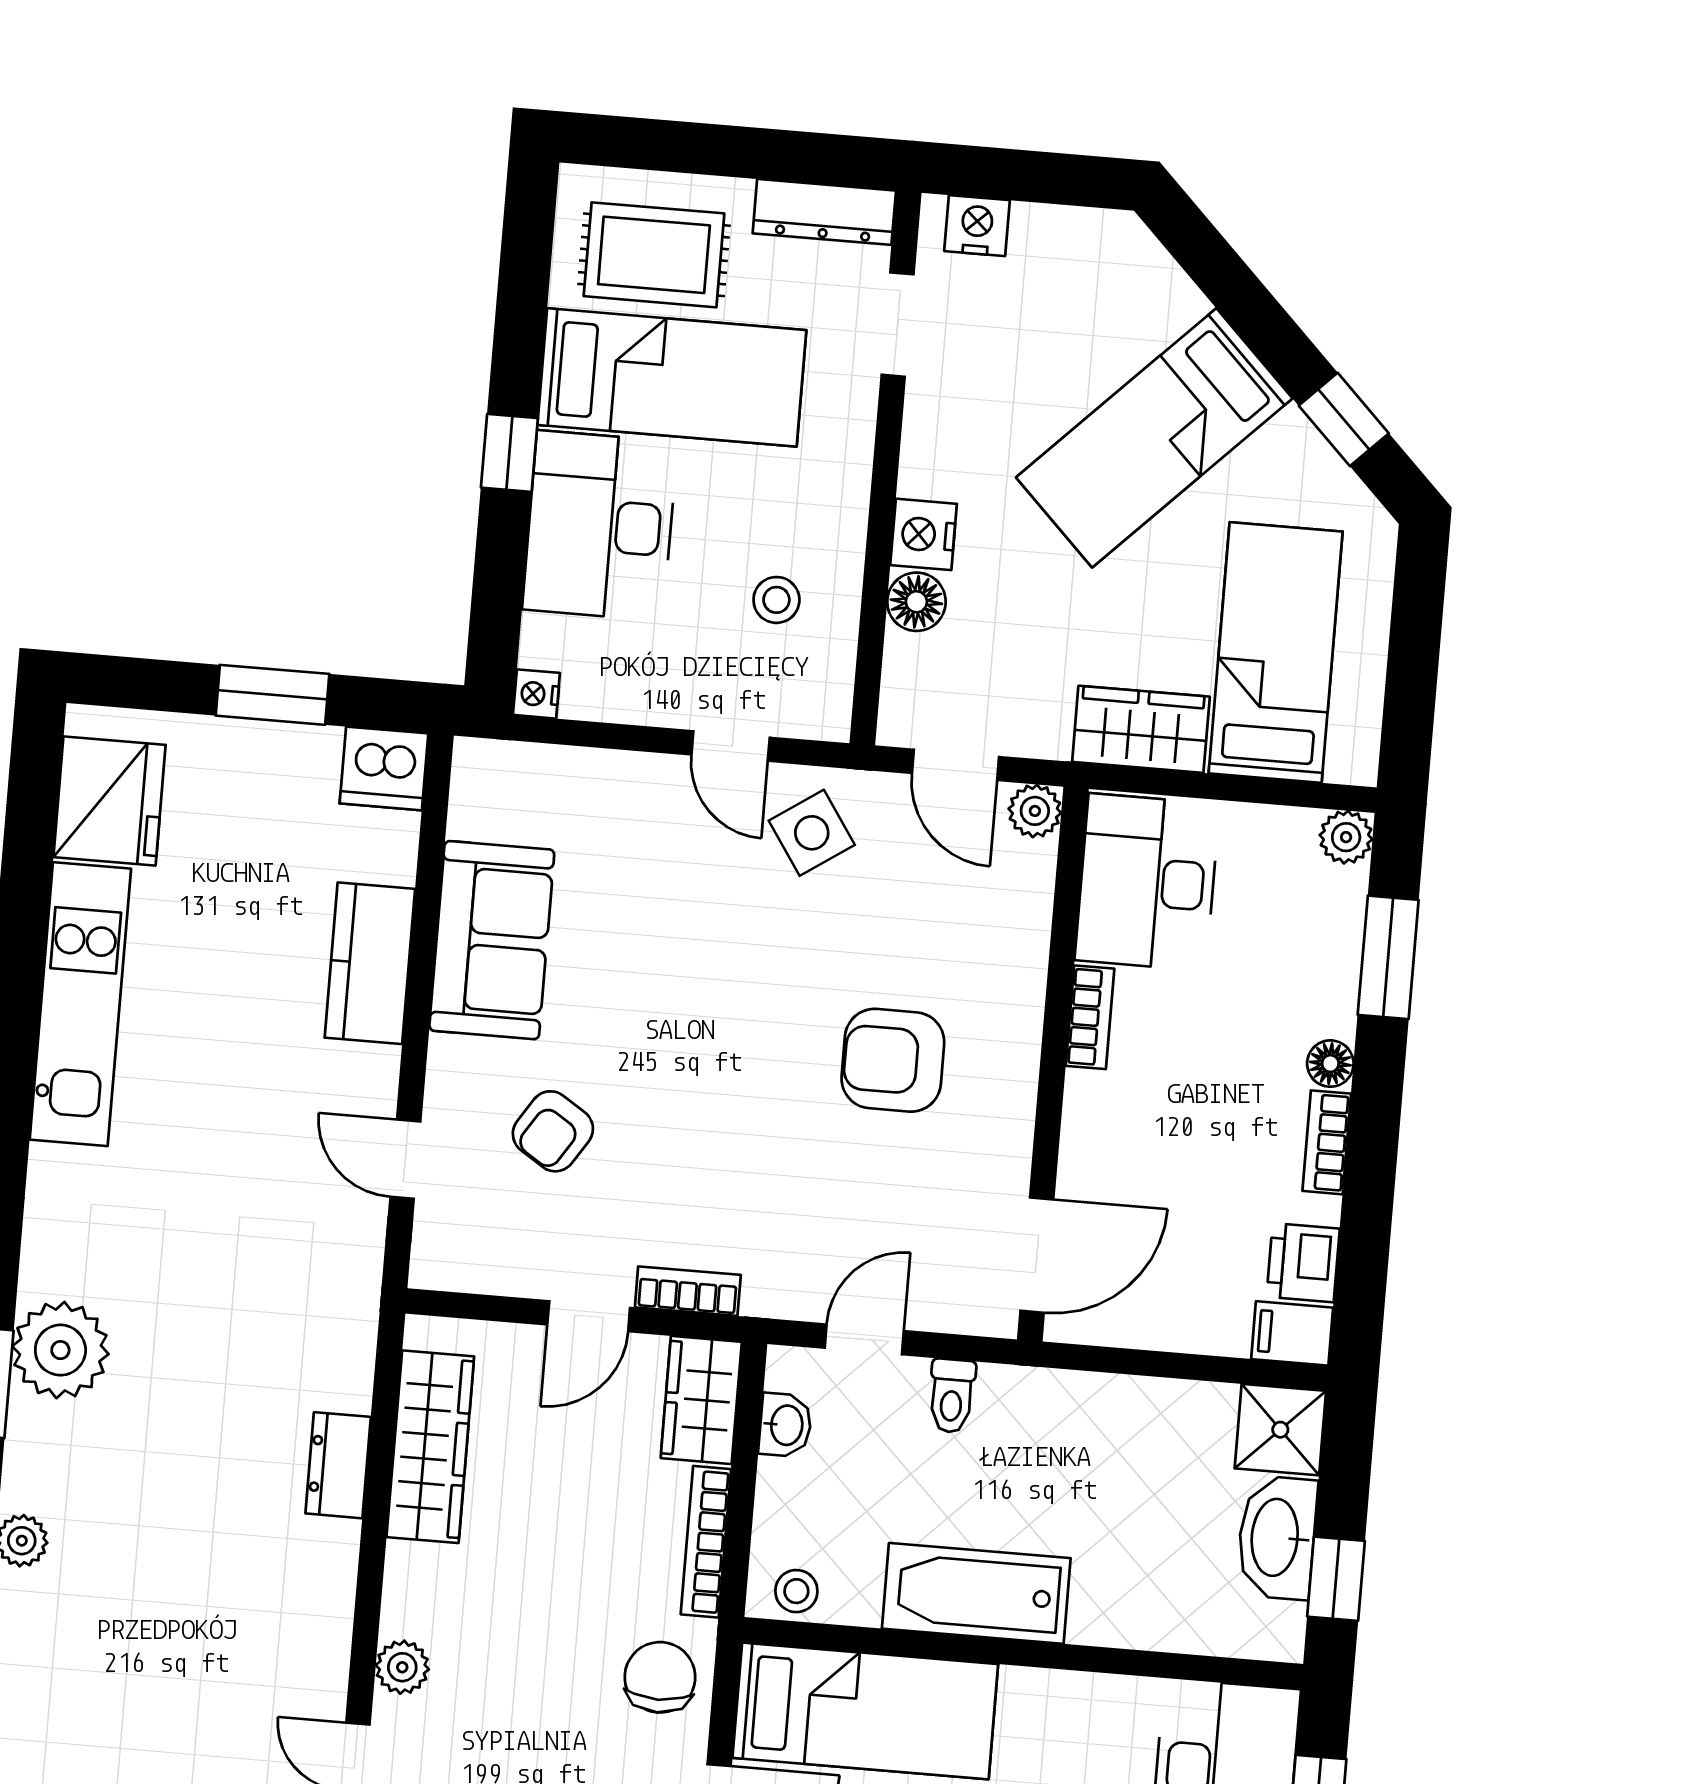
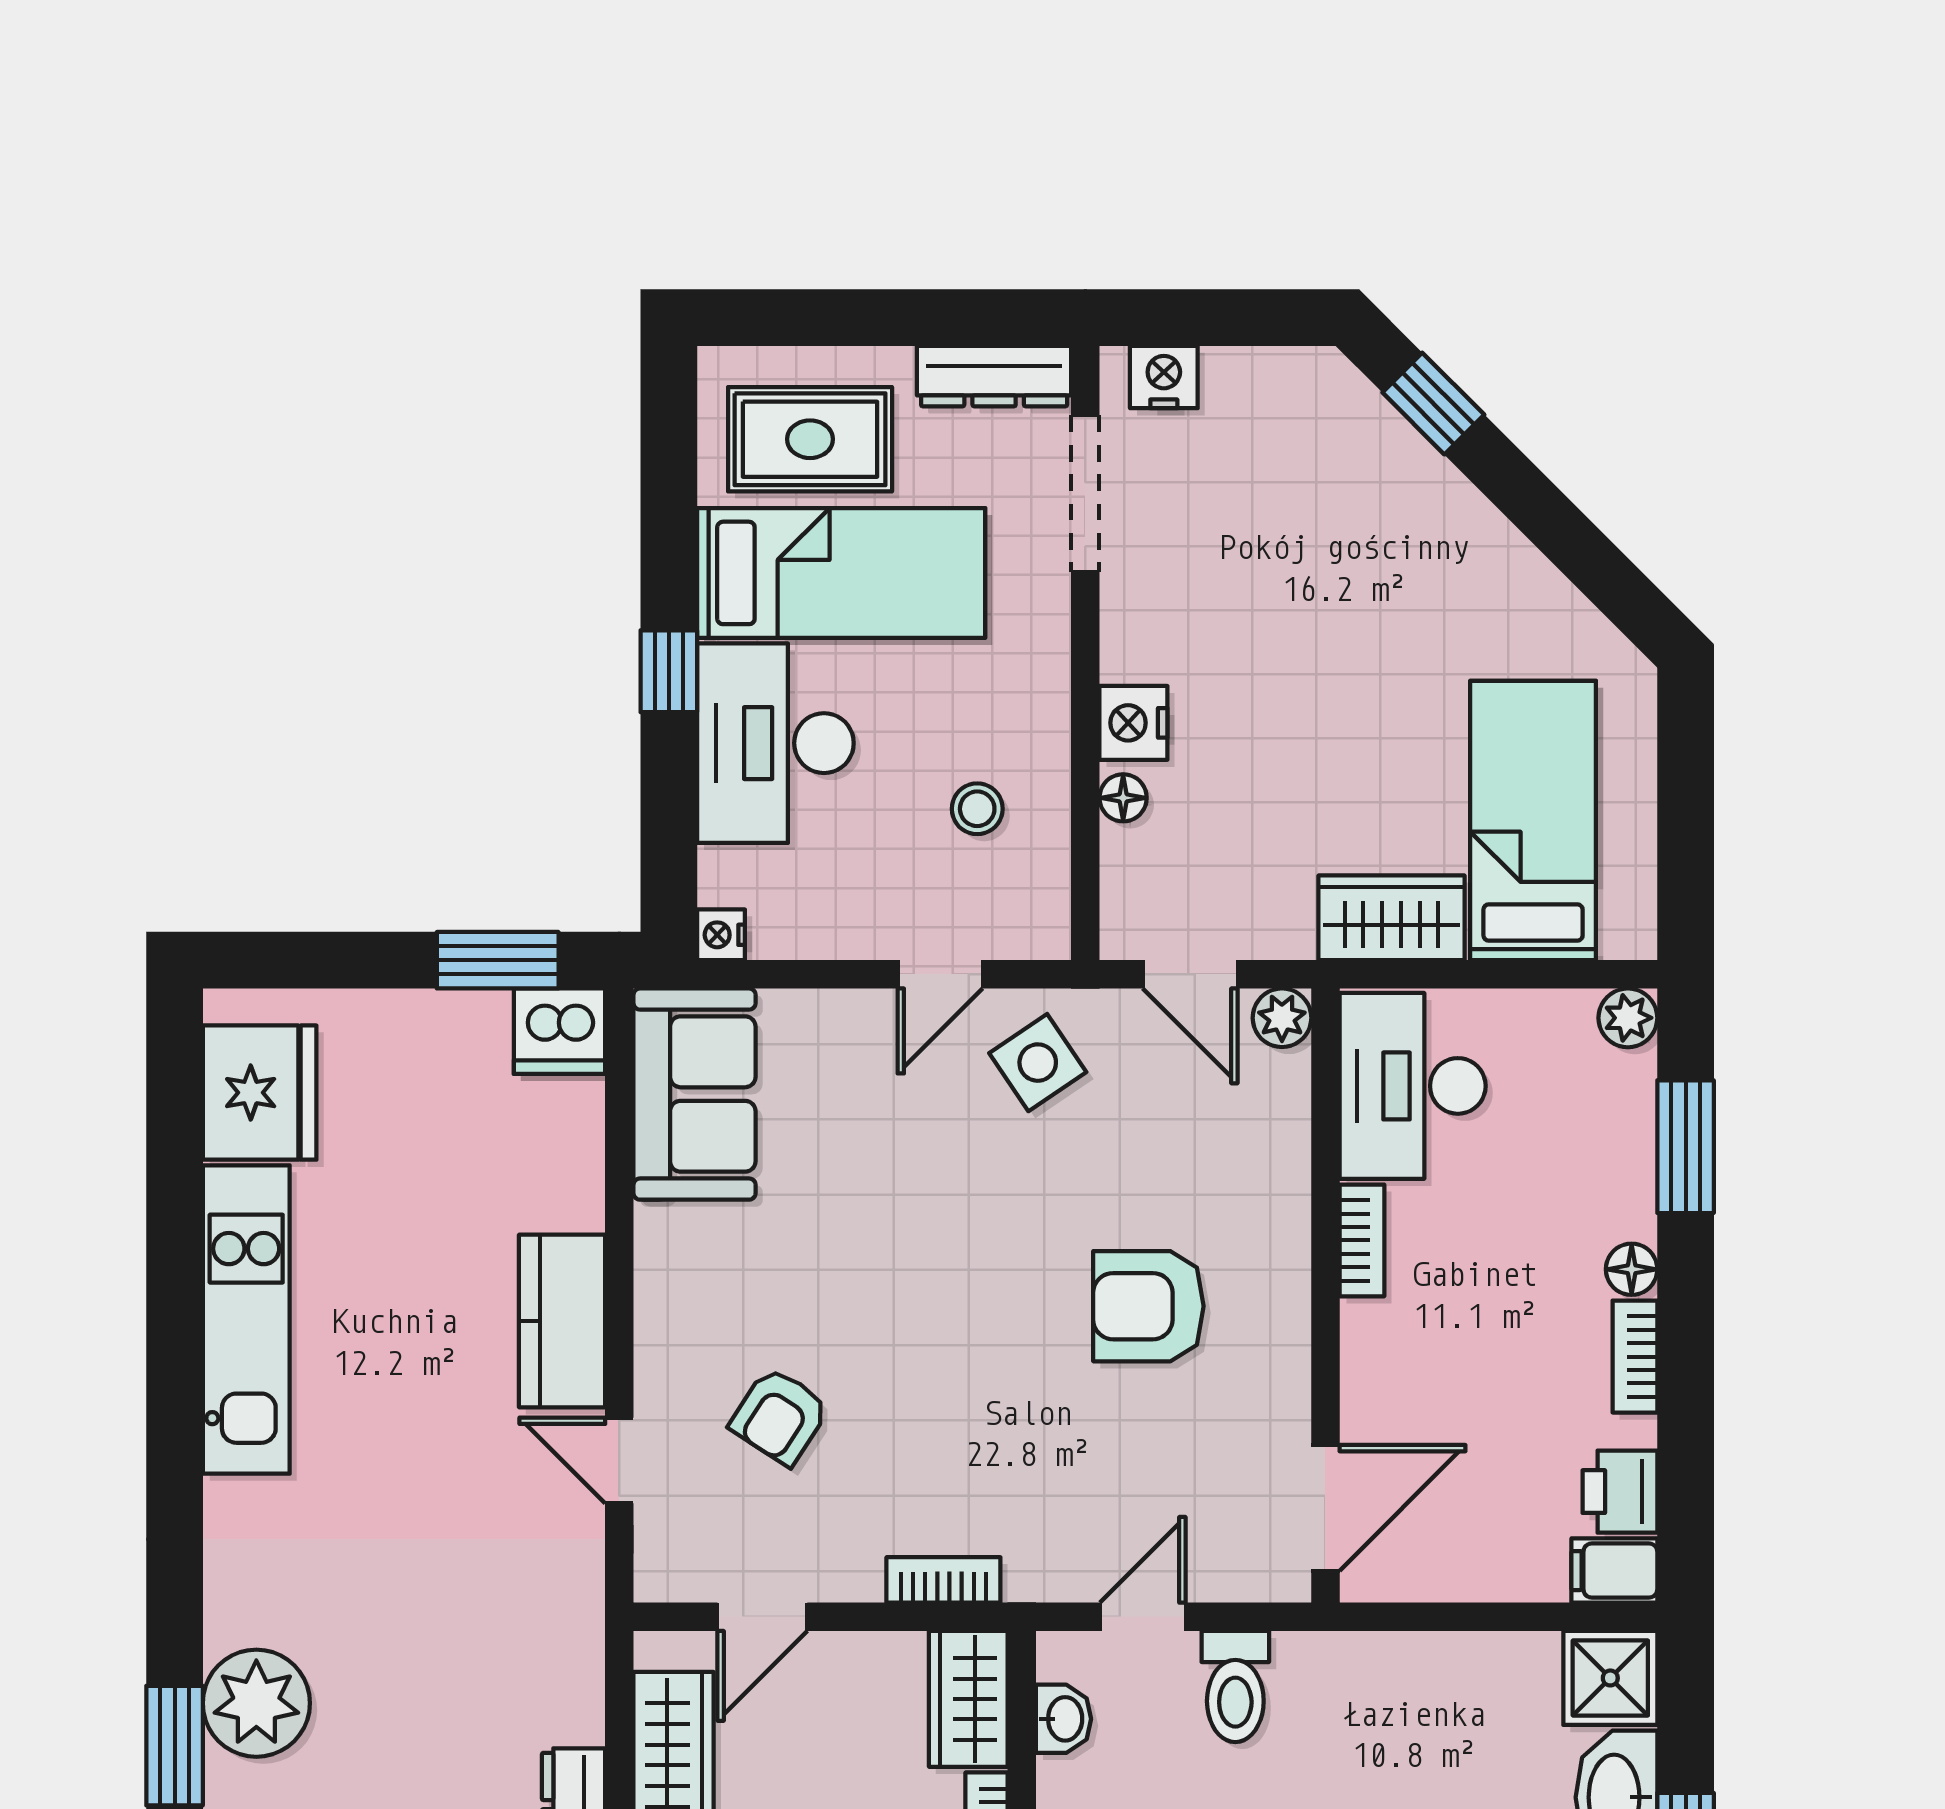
doorway: (898, 325) -> (1085, 494), width x1.38
window: (1344, 419) -> (1433, 404), moved
bed: (1154, 438) -> (1379, 595), removed
floor lamp: (916, 602) -> (1123, 798), width x0.73, depth x0.73
window: (273, 695) -> (498, 960), moved
door: (731, 746) -> (940, 974), hinge flipped
sofa: (492, 940) -> (695, 1094), moved
kitchen counter: (370, 963) -> (562, 1321), moved
door: (589, 1316) -> (762, 1617), moved
toilet: (952, 1396) -> (1235, 1687), width x1.37, depth x1.39

